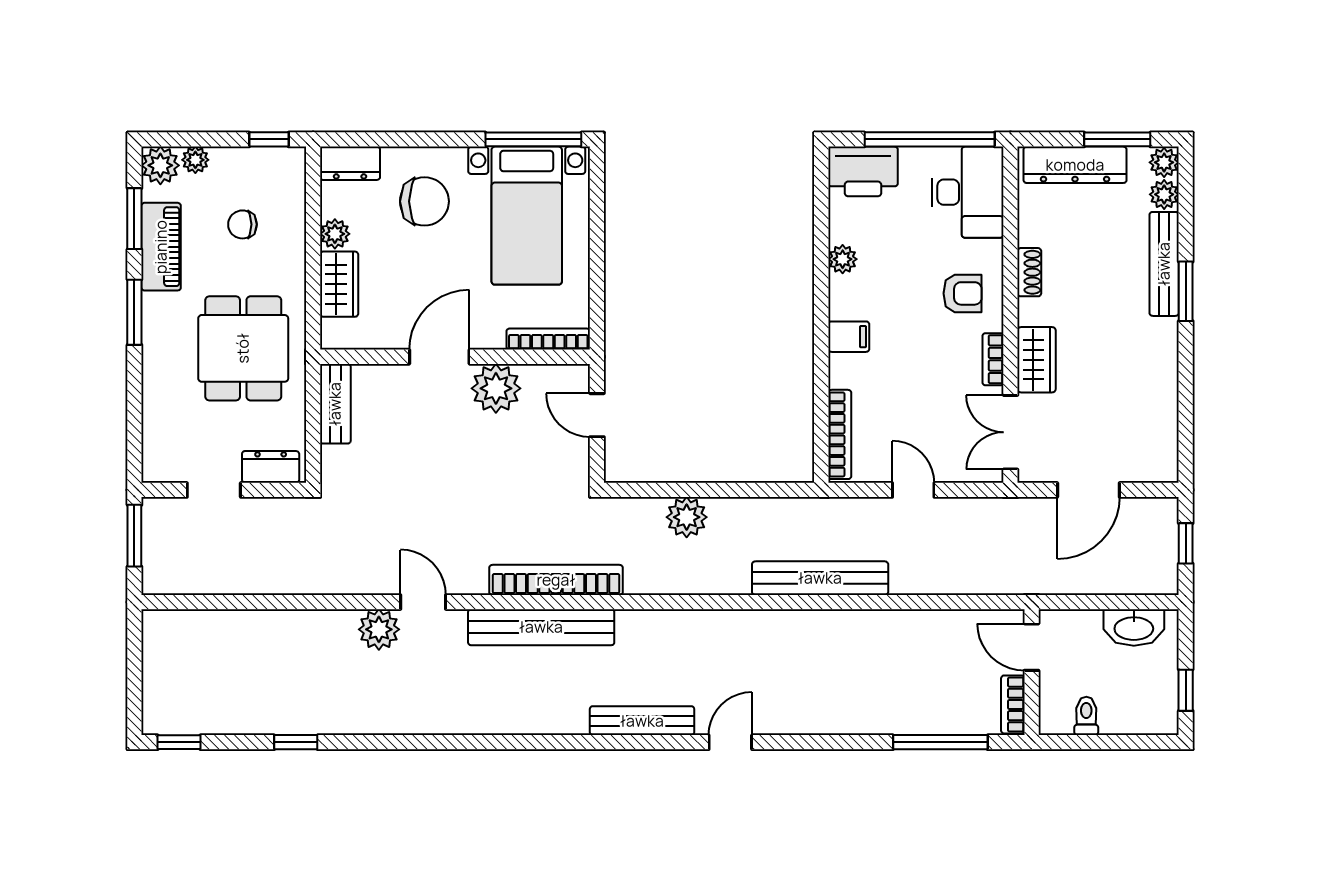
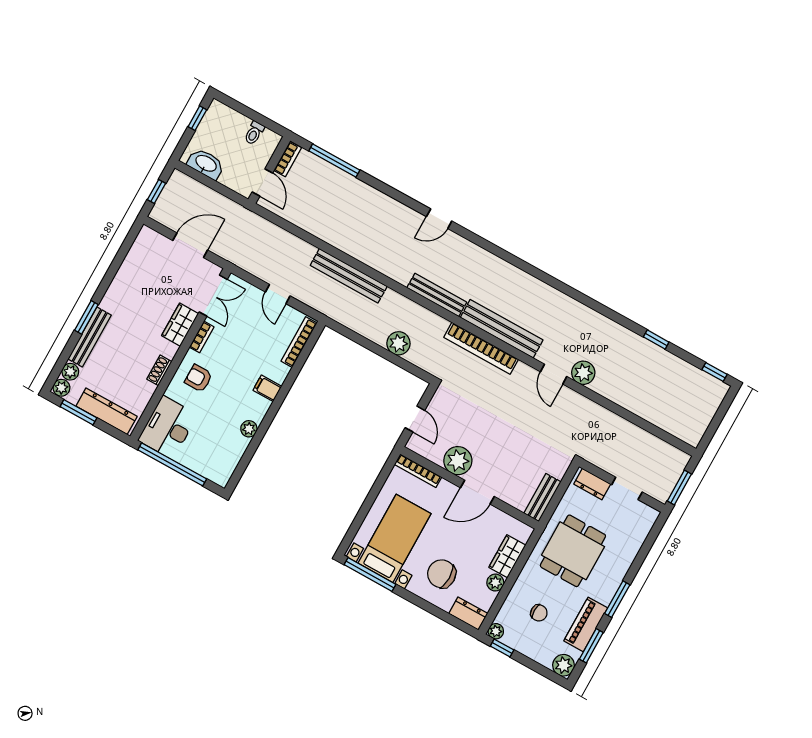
plant: (195, 160) -> (496, 631), moved
printer: (863, 171) -> (214, 467), removed
bench: (642, 721) -> (437, 295), moved

